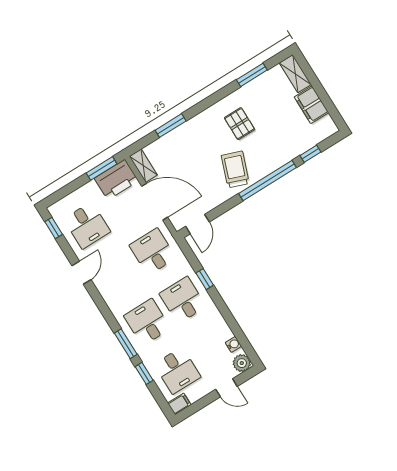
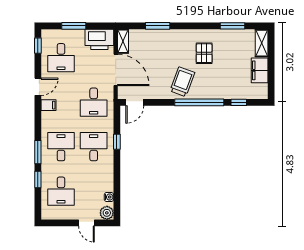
window: (102, 168) -> (74, 26), moved
desk: (153, 252) -> (94, 102), turned 180
filing cabinet: (179, 404) -> (49, 105), moved

